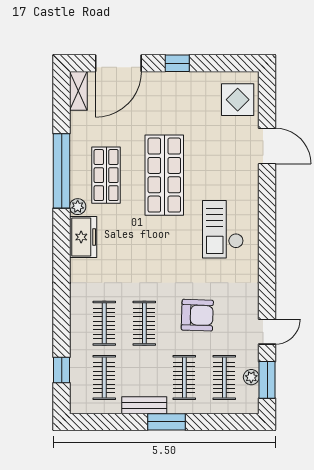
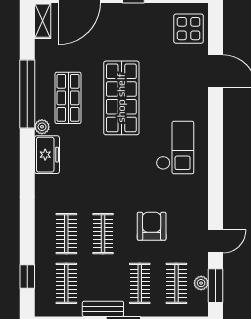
checkout: (223, 229) -> (175, 147), turned 180
armchair: (197, 315) -> (152, 226), turned -92

